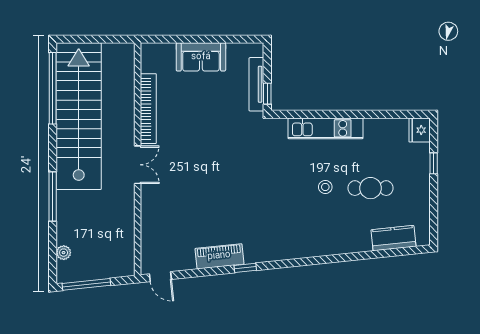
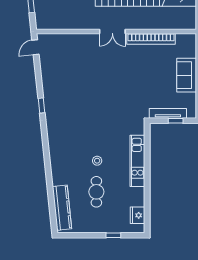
window: (267, 94) -> (176, 121), moved
fridge: (420, 130) -> (137, 215), moved, turned -90
kitchen counter: (393, 238) -> (62, 208), width x1.50
piano: (219, 256) -> (49, 88), removed

